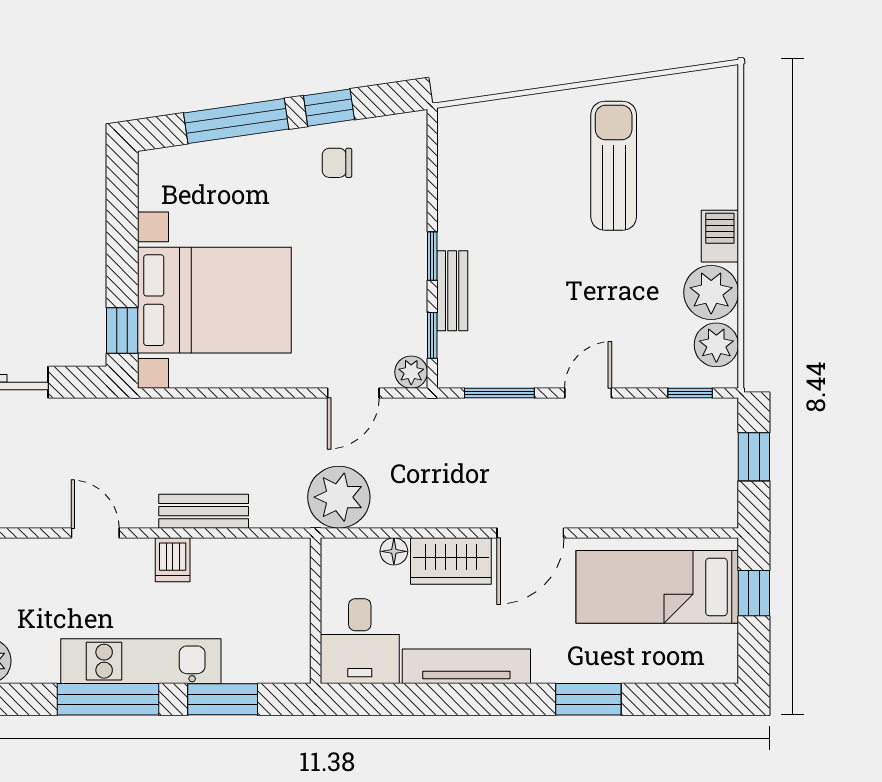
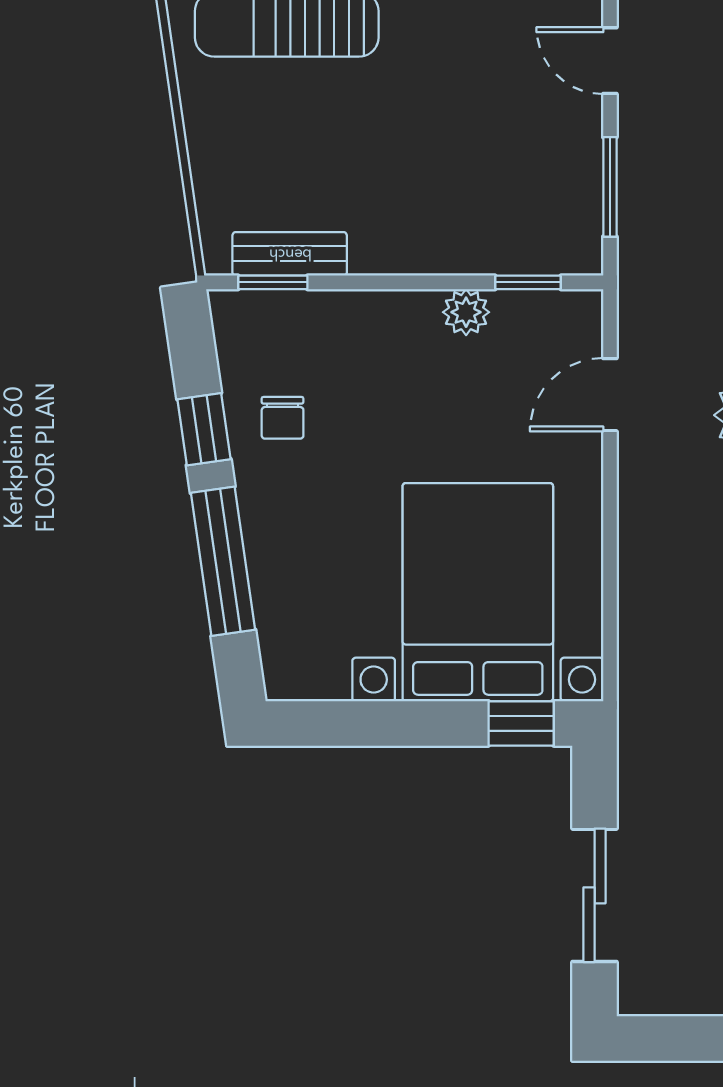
window: (432, 256) -> (273, 282), moved
bench: (452, 291) -> (290, 254), moved
plant: (411, 372) -> (466, 312), moved
door: (353, 393) -> (610, 395), swing flipped

